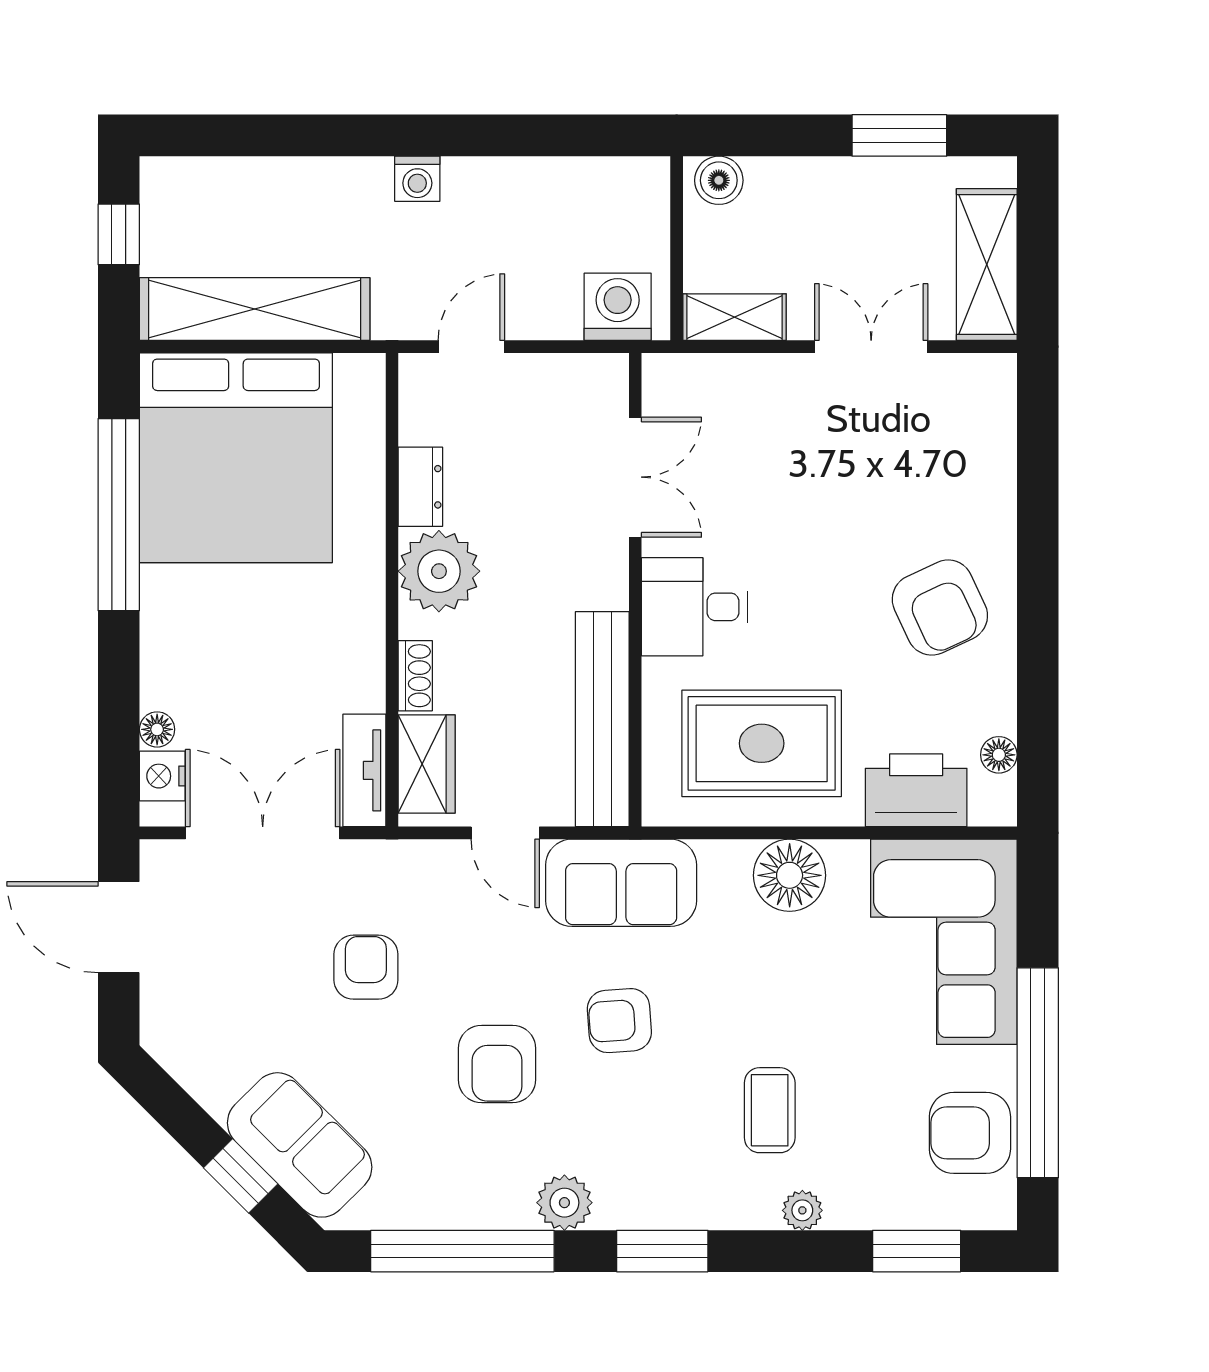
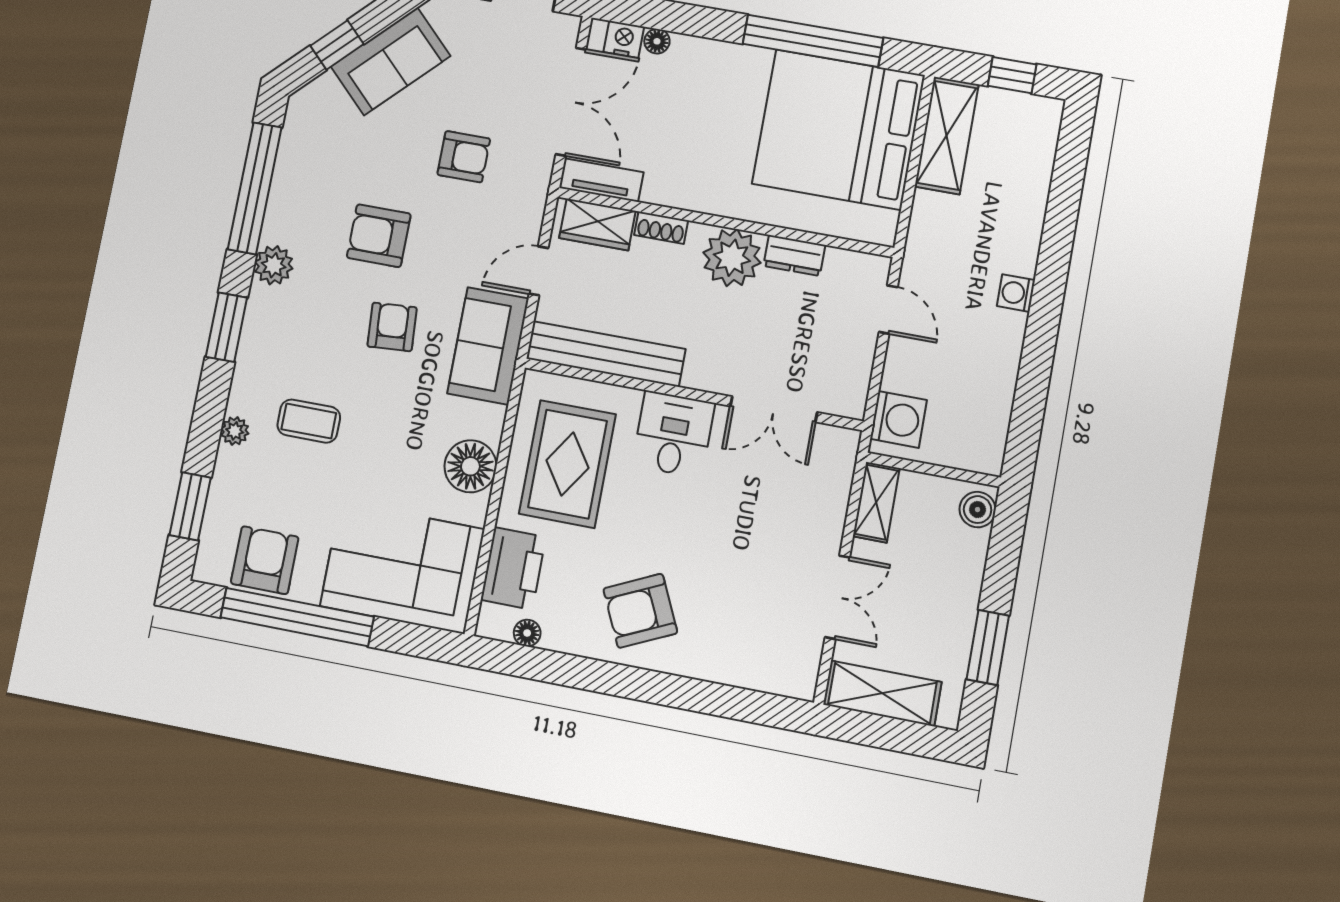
shelving: (255, 309) -> (947, 135), width x0.68
sofa: (300, 1145) -> (391, 61), moved

